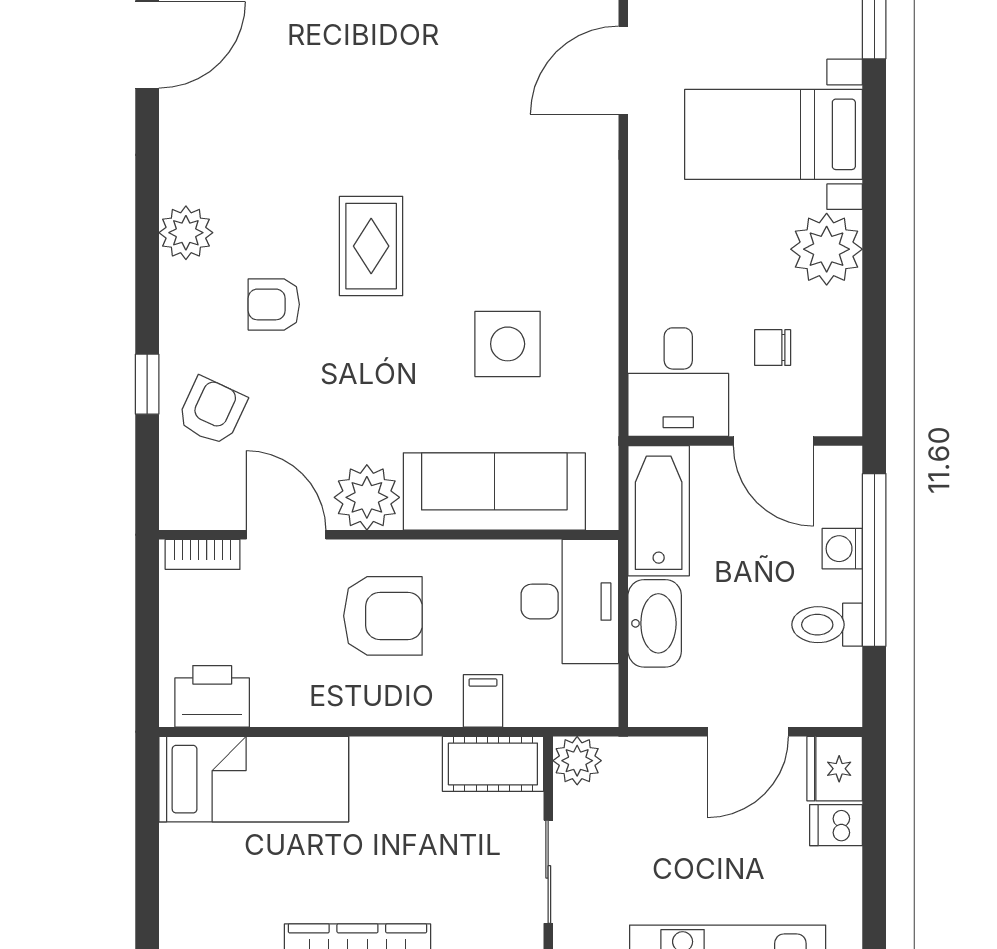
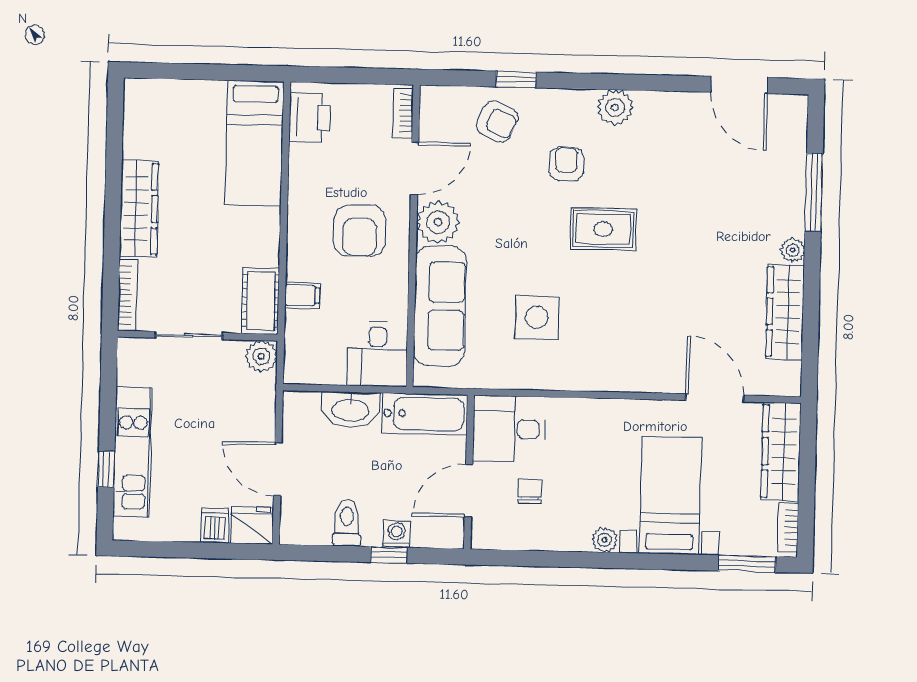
plant: (827, 249) -> (605, 540), width x0.53, depth x0.53
window: (874, 560) -> (389, 555), width x0.32
desk: (570, 602) -> (377, 354), width x0.73

